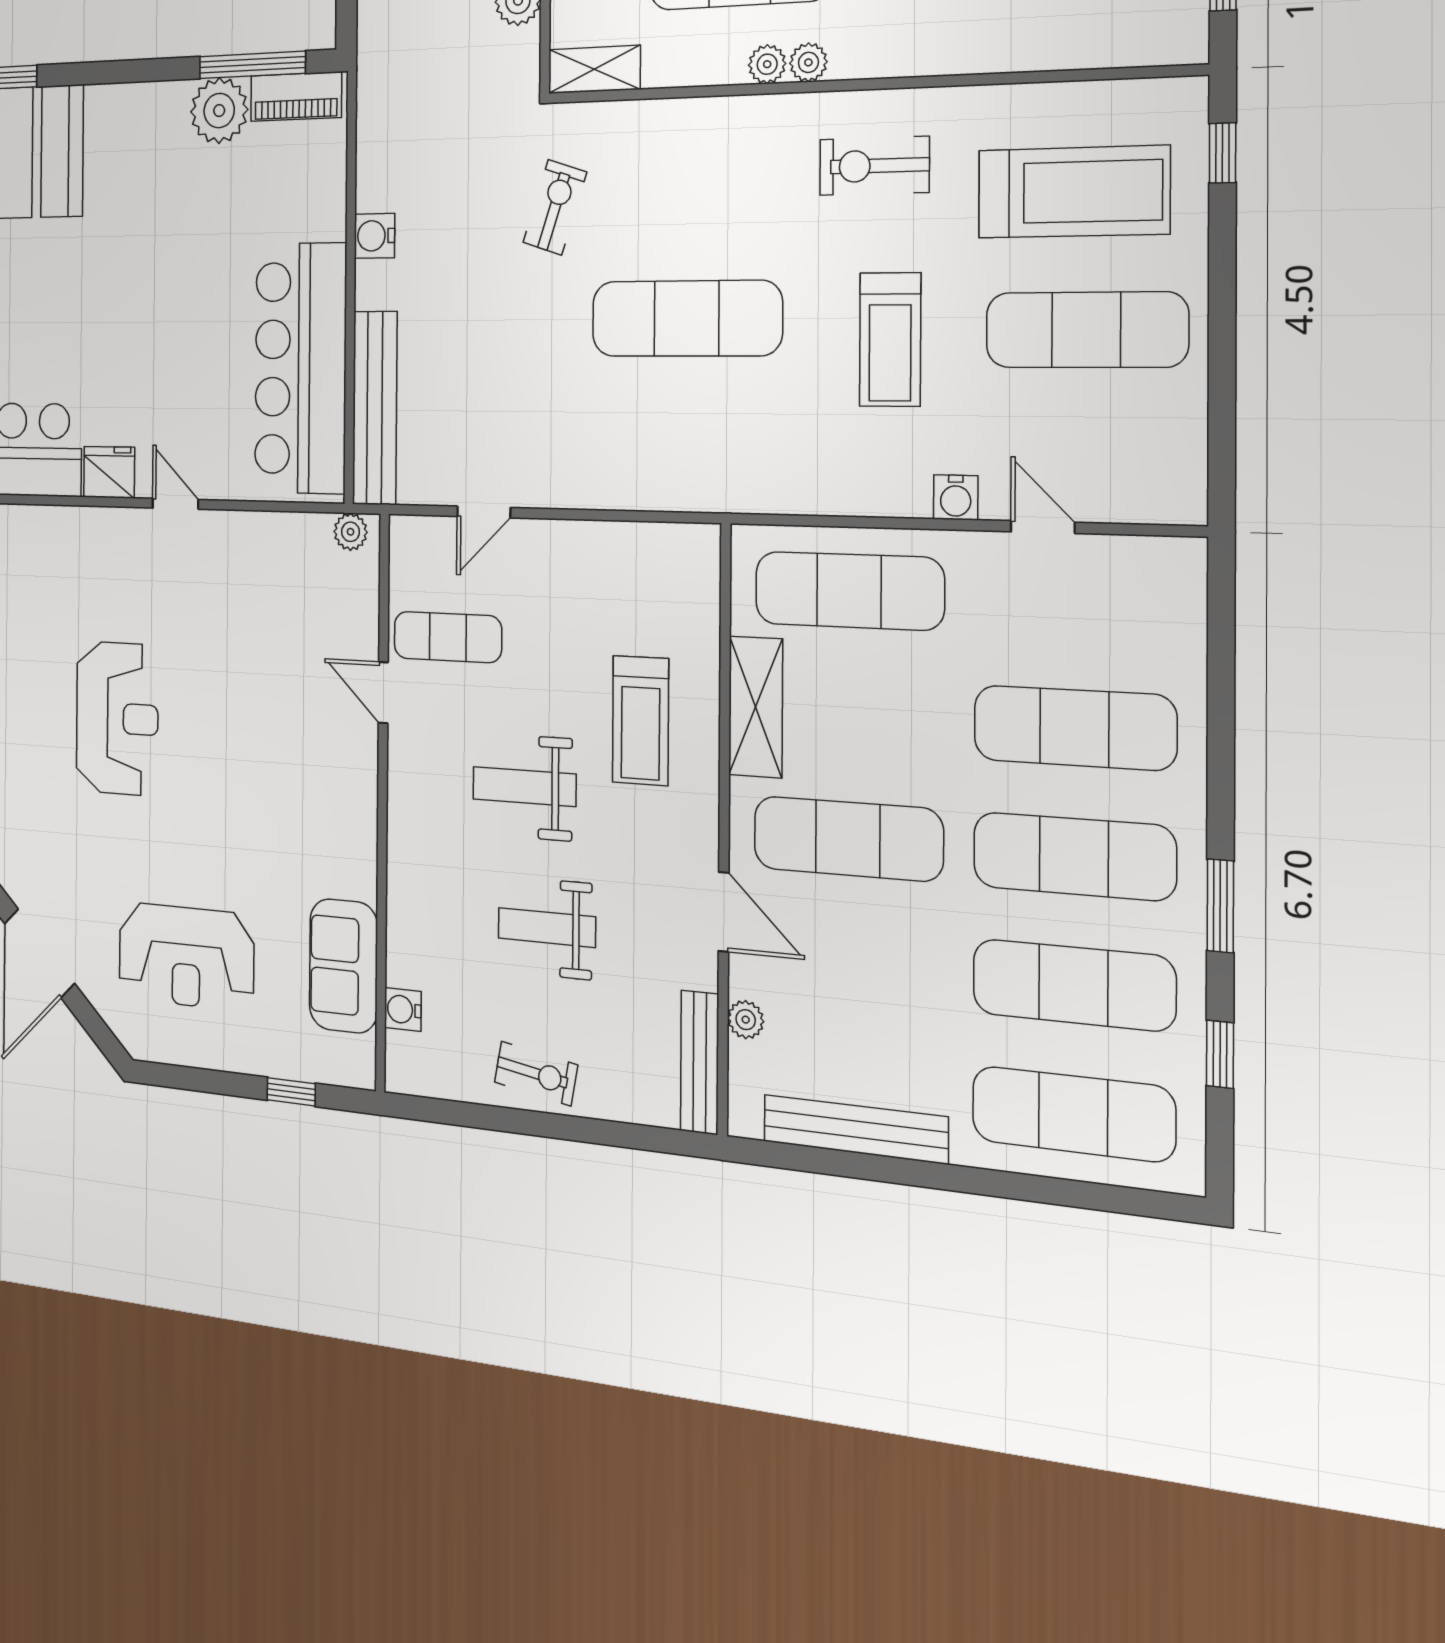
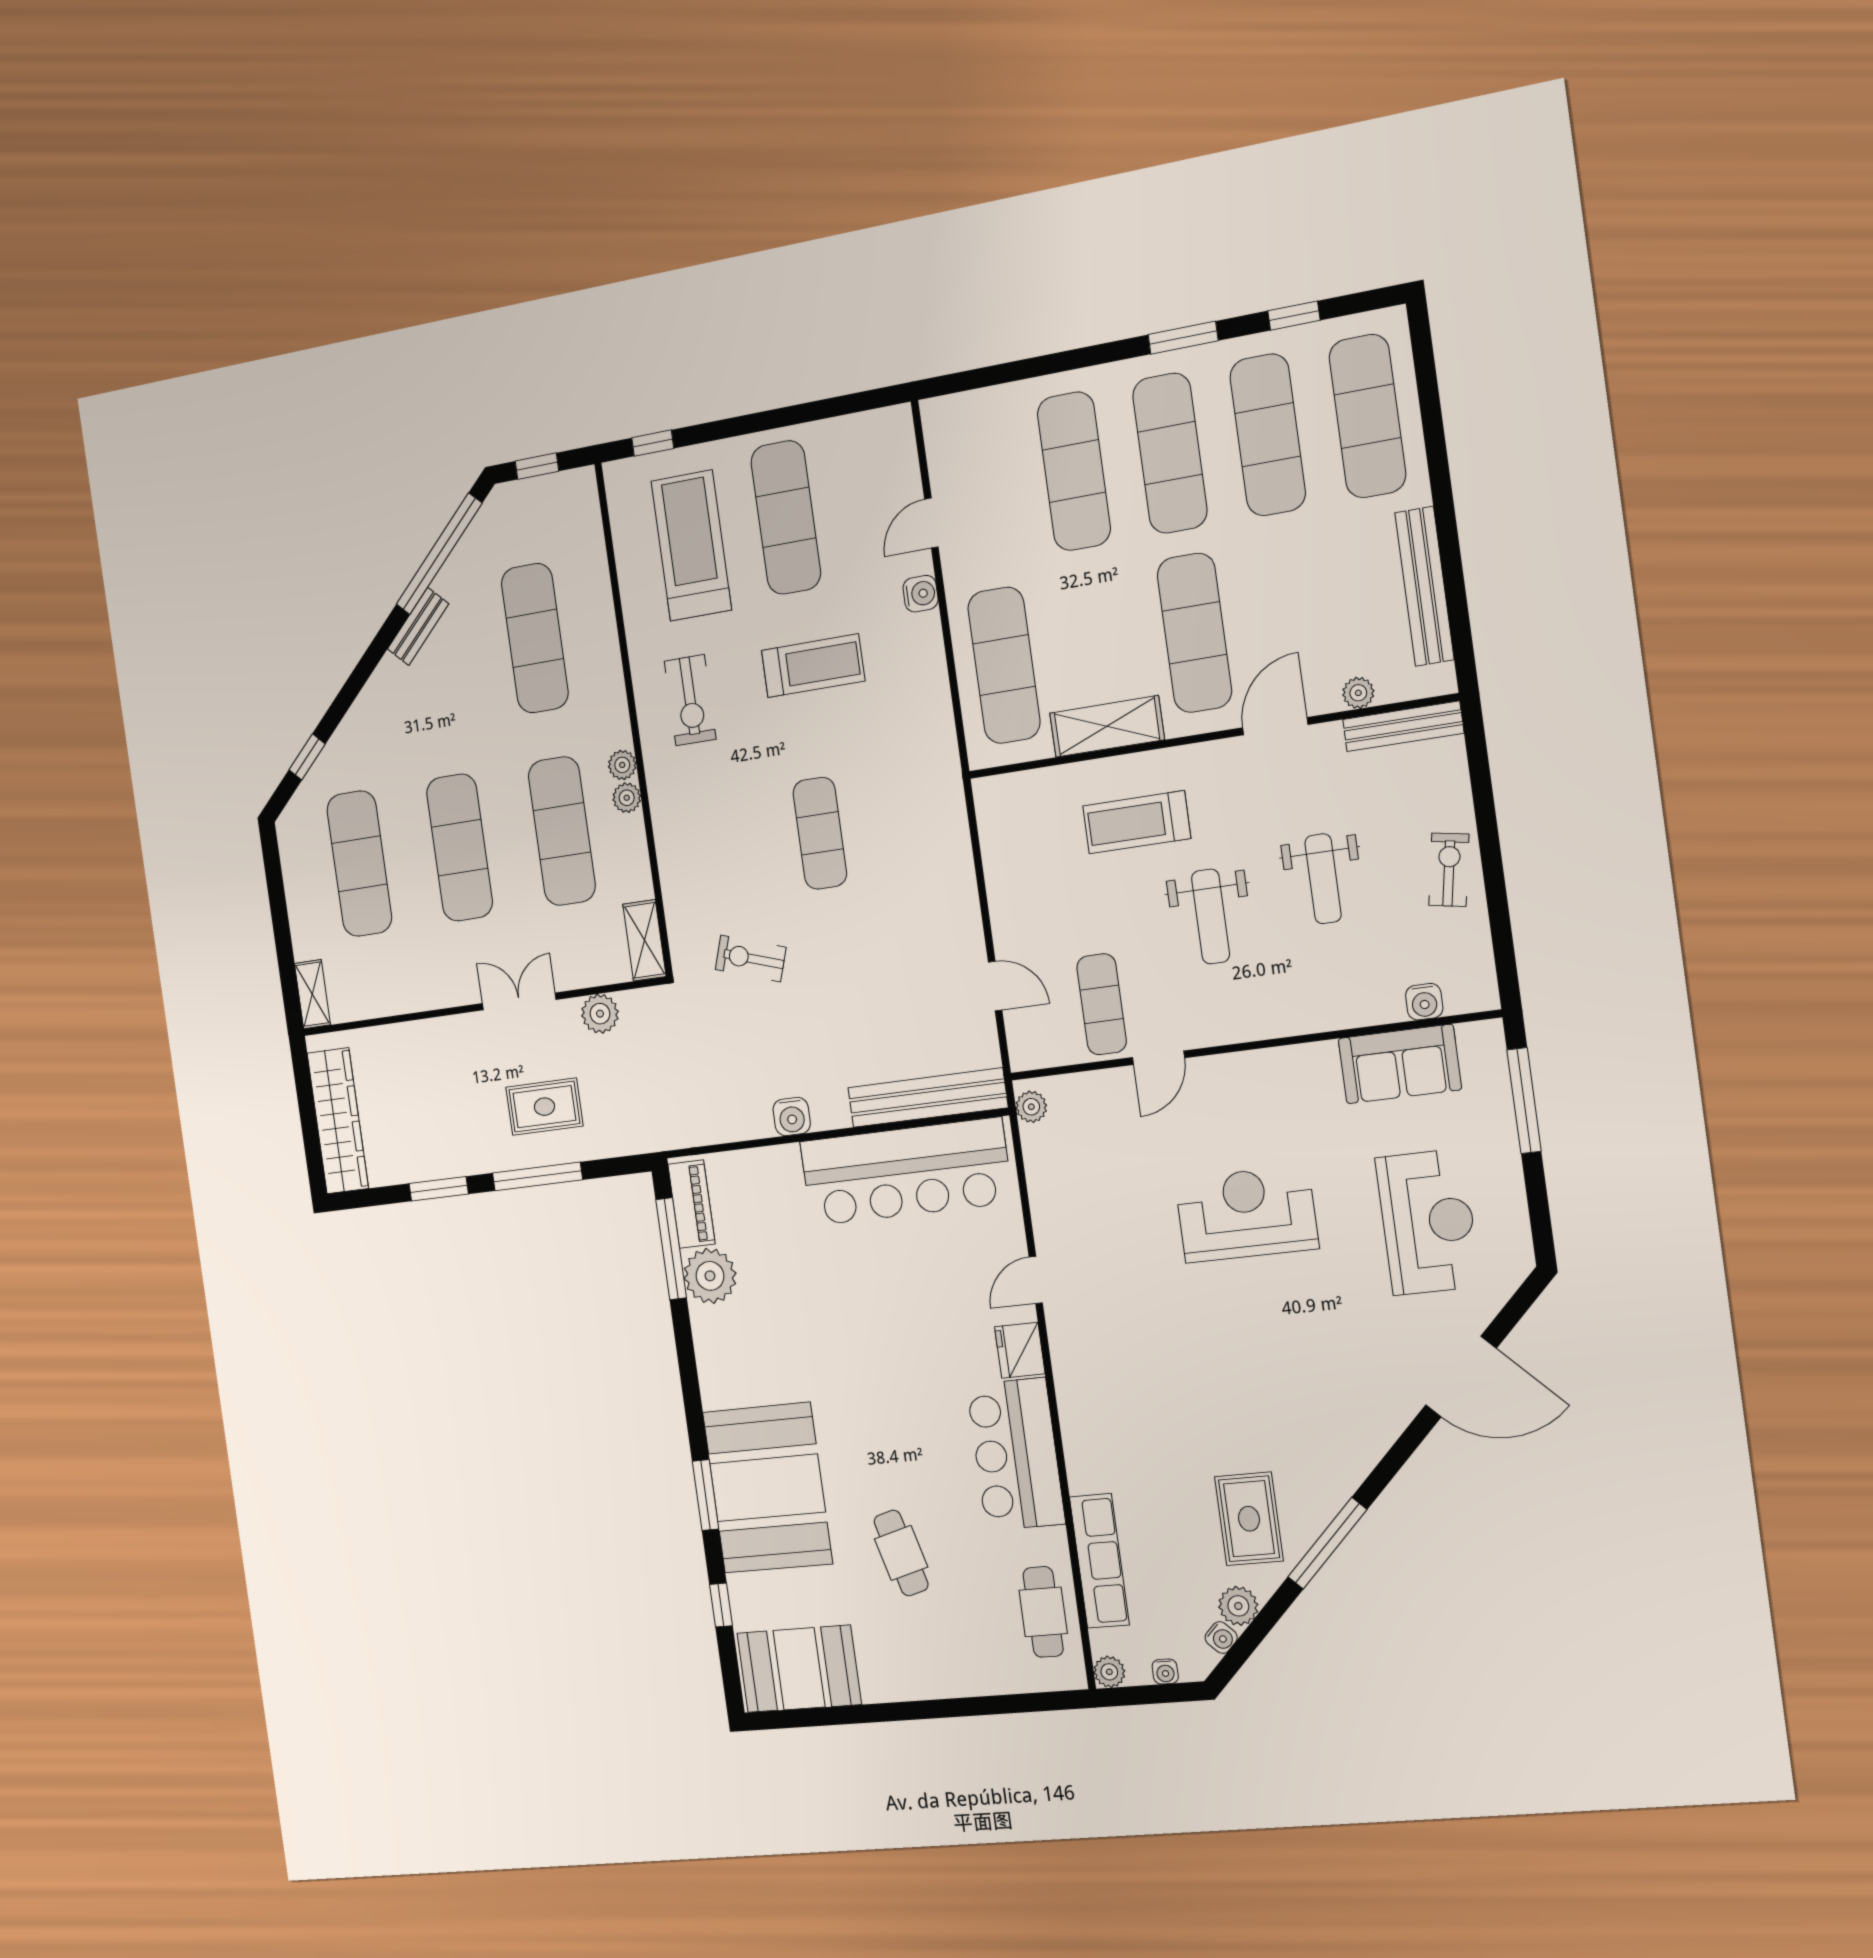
exercise mat: (686, 318) -> (820, 833), width x0.73, depth x0.69
reception desk: (117, 718) -> (1247, 1214), moved
treadmill: (641, 721) -> (1137, 822), turned 180
window: (291, 1092) -> (1524, 1101), width x2.17

